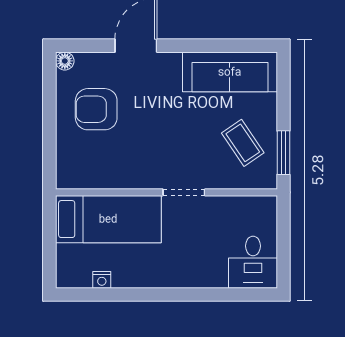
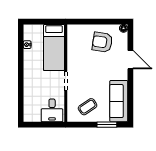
armchair: (96, 109) -> (102, 42), turned -81
window: (283, 153) -> (107, 125), moved
desk: (253, 262) -> (52, 110), moved, turned -90

